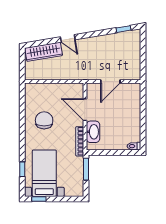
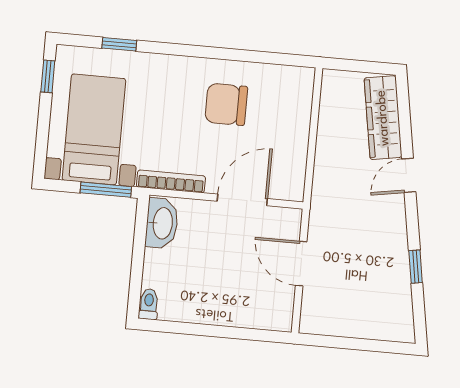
window: (124, 29) -> (416, 267), moved
chair: (44, 120) -> (226, 104), turned 180
washbasin: (93, 132) -> (162, 223), moved, turned -90
bed with nightstands: (44, 173) -> (94, 129), moved, turned -90

